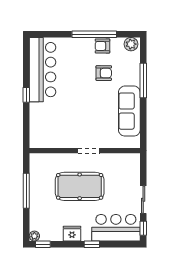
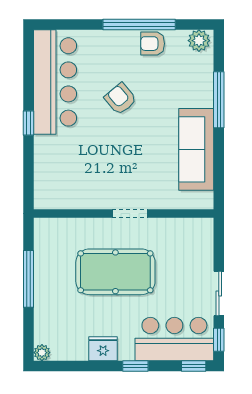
armchair: (104, 73) -> (120, 99), moved, turned -130
window: (43, 244) -> (194, 366), moved

